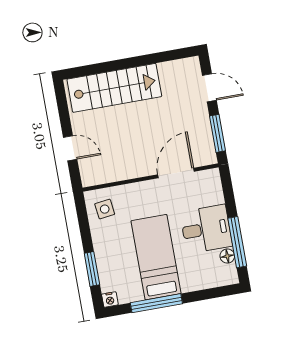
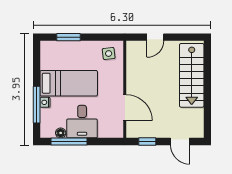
door: (209, 88) -> (180, 142), hinge flipped
window: (218, 133) -> (147, 142), width x0.67
nightstand: (110, 300) -> (45, 102), moved
window: (156, 303) -> (37, 105), moved

